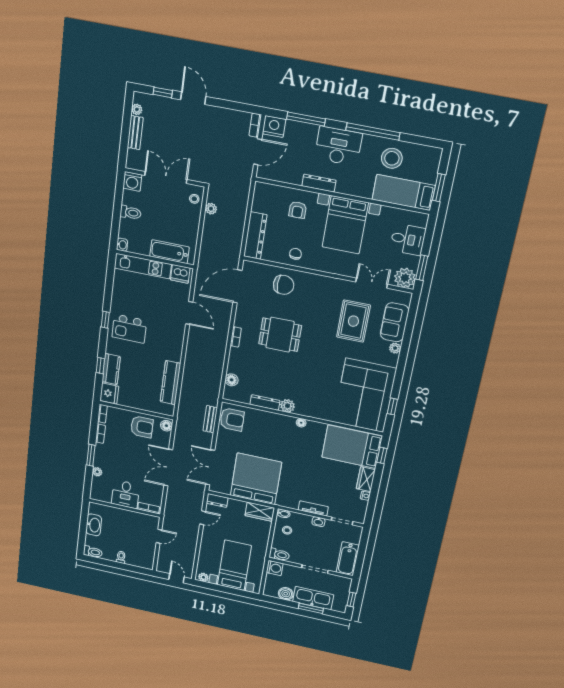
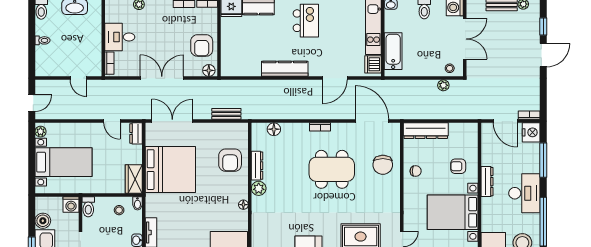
kitchen island: (129, 329) -> (306, 21), turned 180
dining table: (280, 335) -> (332, 169), width x1.38
kitchen counter: (170, 383) -> (285, 69), moved
armchair: (232, 419) -> (230, 160), moved

